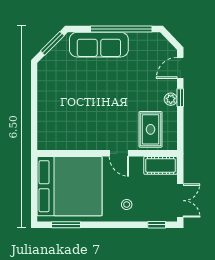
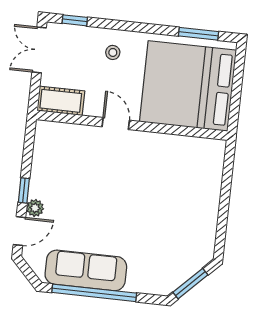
sofa: (99, 45) -> (86, 270), moved
plant: (171, 99) -> (35, 208), moved
rug: (151, 129) -> (69, 152), removed

